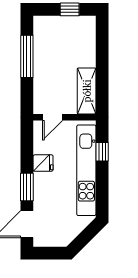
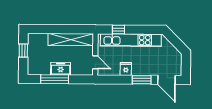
freezer: (43, 65) -> (61, 69), added
shelving: (87, 91) -> (71, 40), width x1.47

